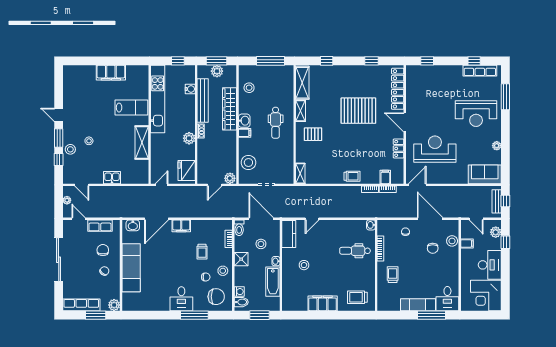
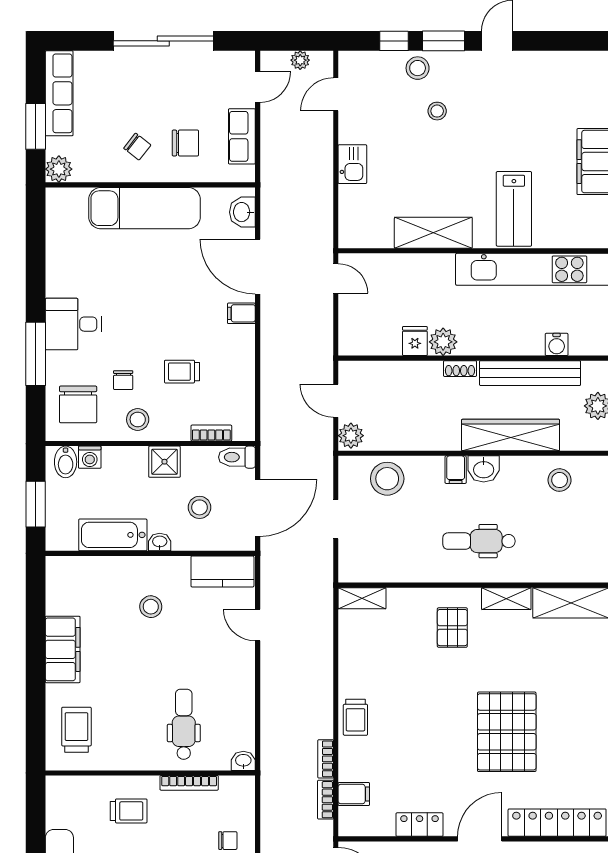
fridge: (187, 170) -> (415, 341), moved, width x0.53, depth x0.75
filing cabinet: (181, 226) -> (241, 313), width x0.50

